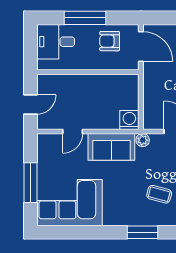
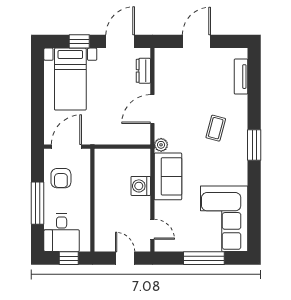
window: (30, 49) -> (69, 258), added
washing machine: (129, 120) -> (141, 186), moved
door: (73, 132) -> (152, 229), moved

